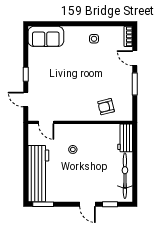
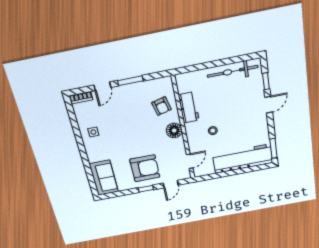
armchair: (48, 78) -> (145, 168), added
floor lamp: (80, 114) -> (174, 130), added
workbench: (125, 138) -> (189, 108), moved, turned -90

